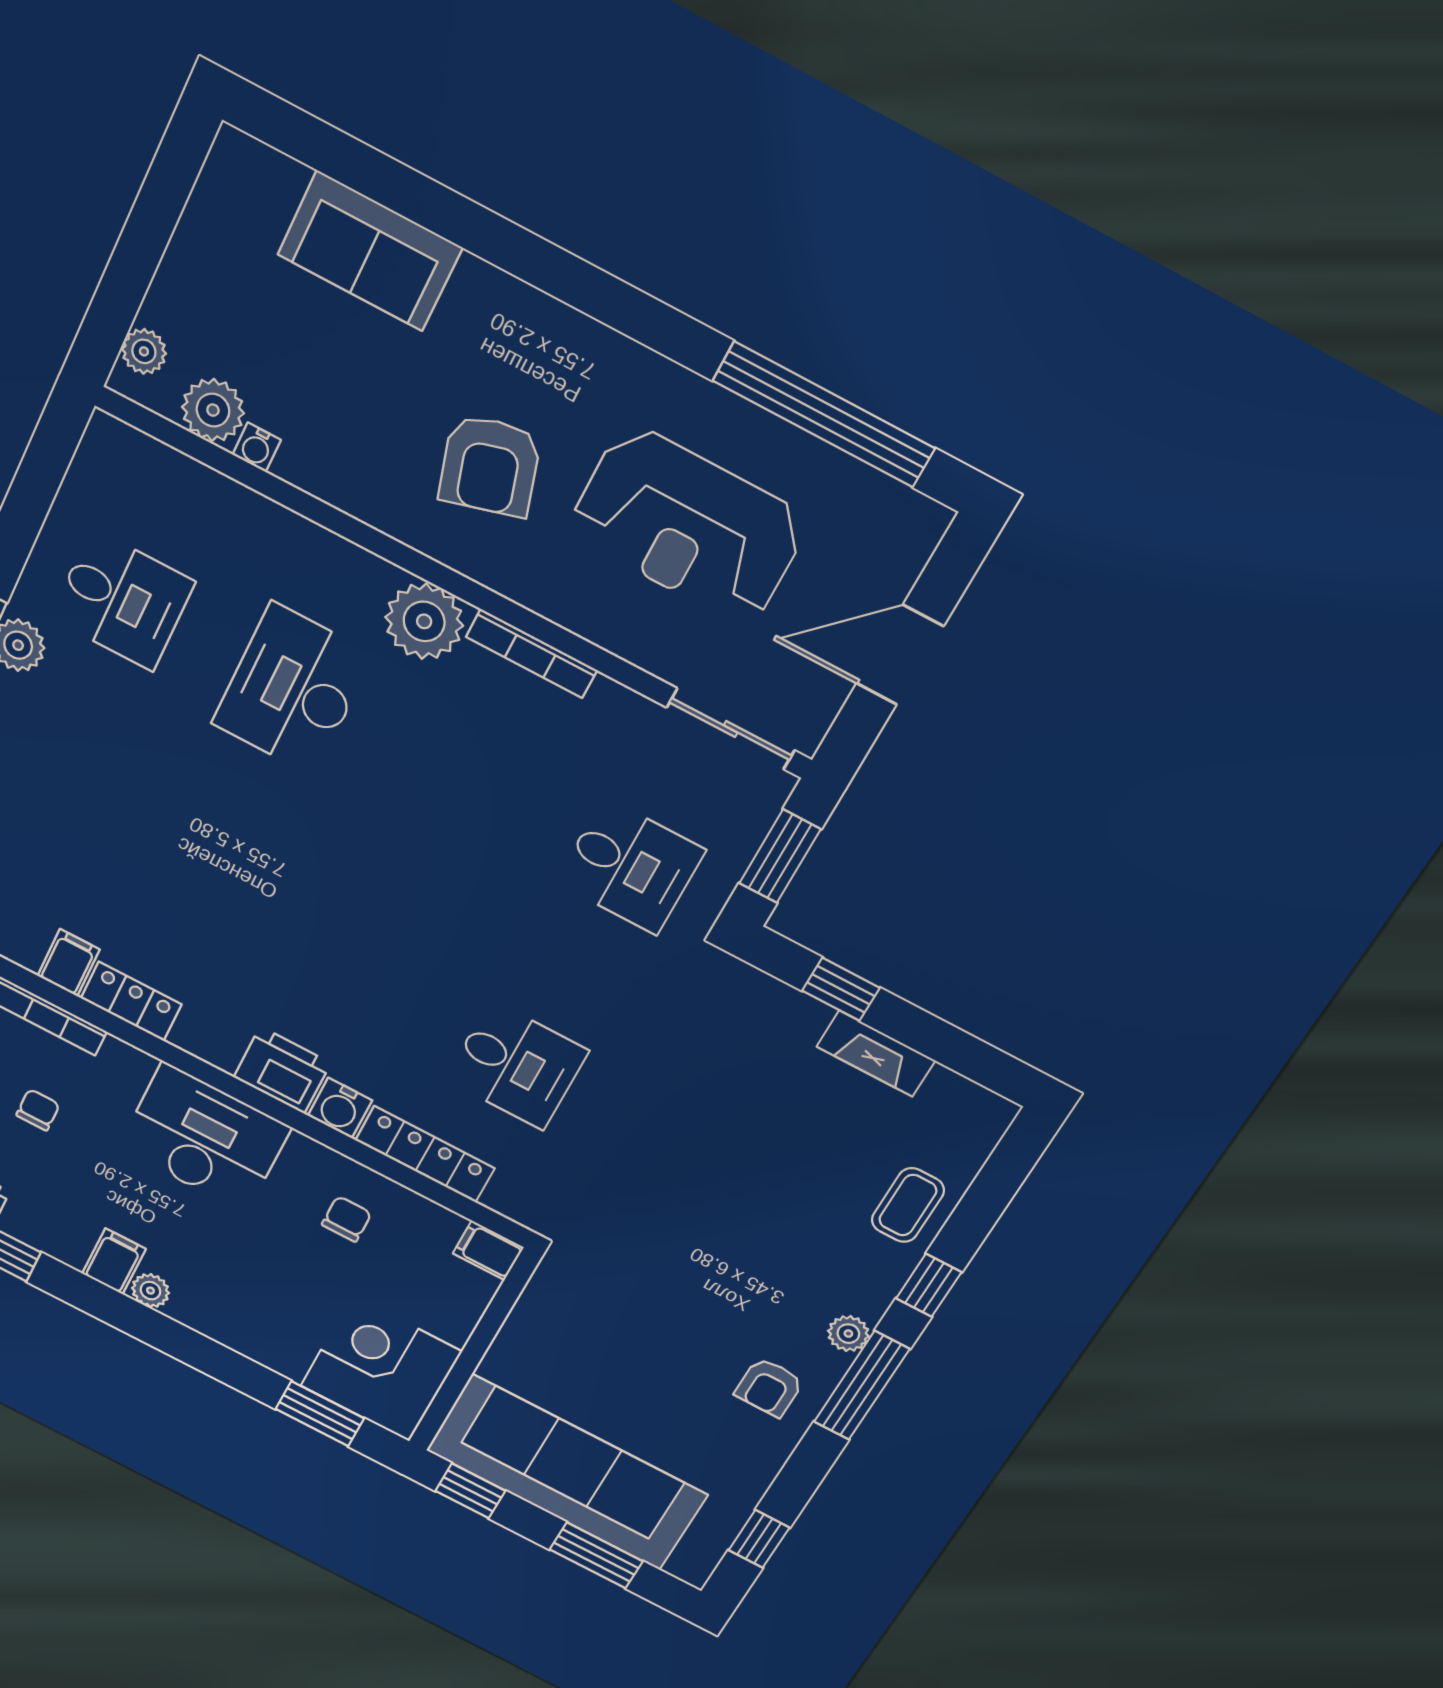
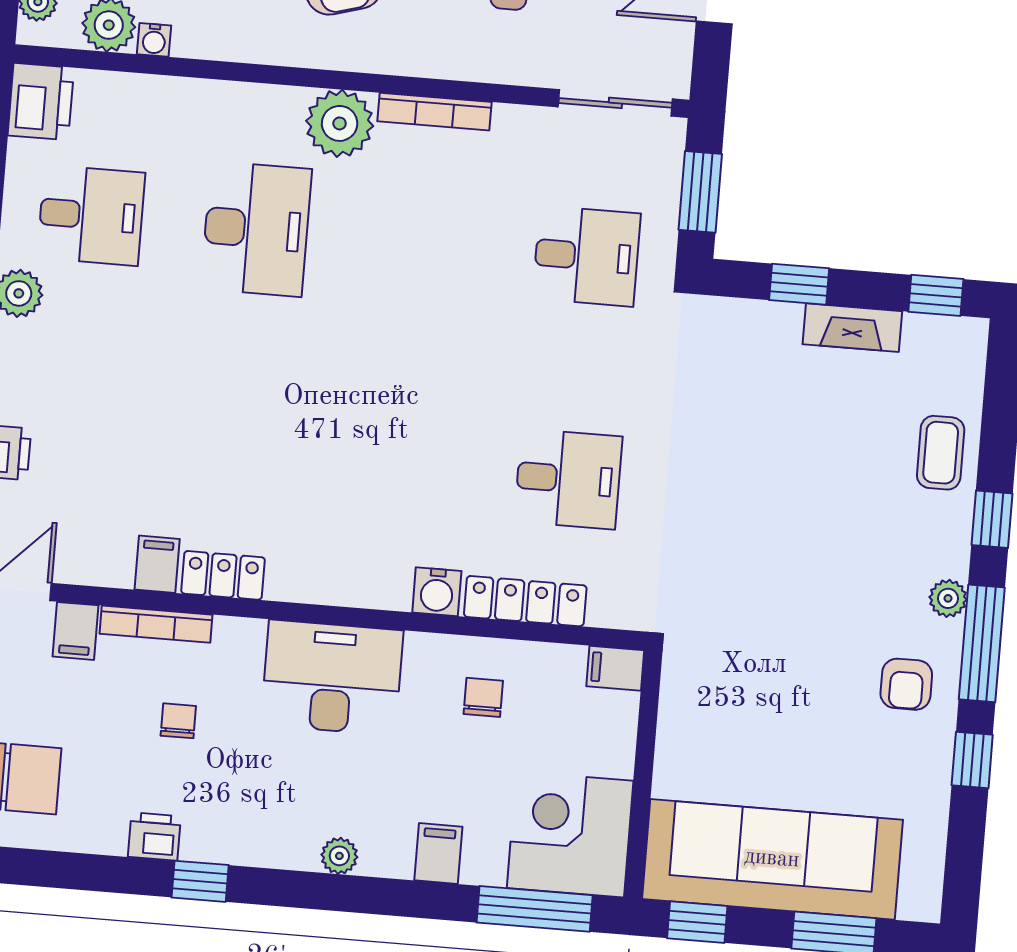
desk: (293, 689) -> (256, 229), turned 180
window: (978, 1061) -> (936, 295), added
printer: (282, 1070) -> (41, 102), moved, turned 90
filing cabinet: (114, 1261) -> (438, 853), moved
window: (320, 1414) -> (535, 909), width x1.44
window: (759, 1539) -> (972, 760), moved

